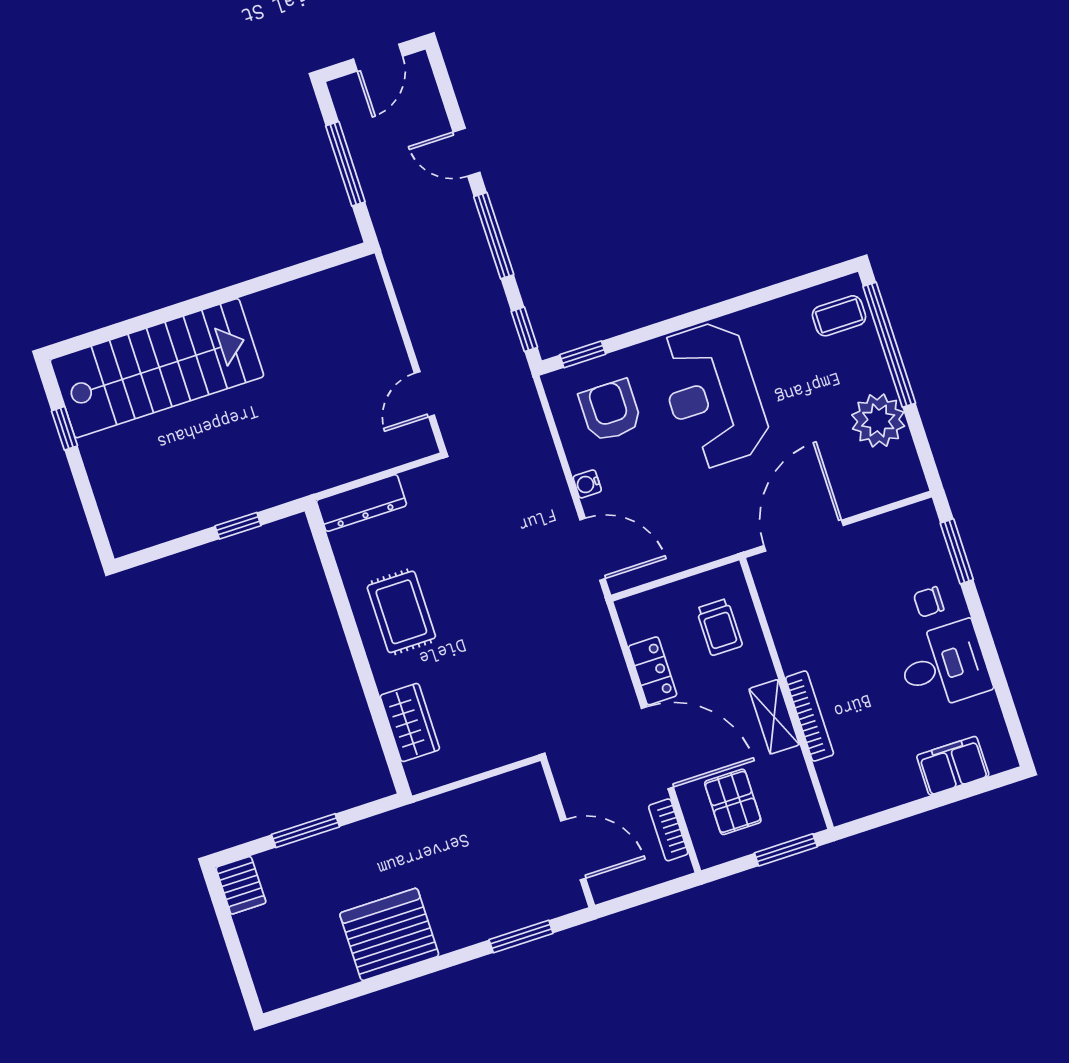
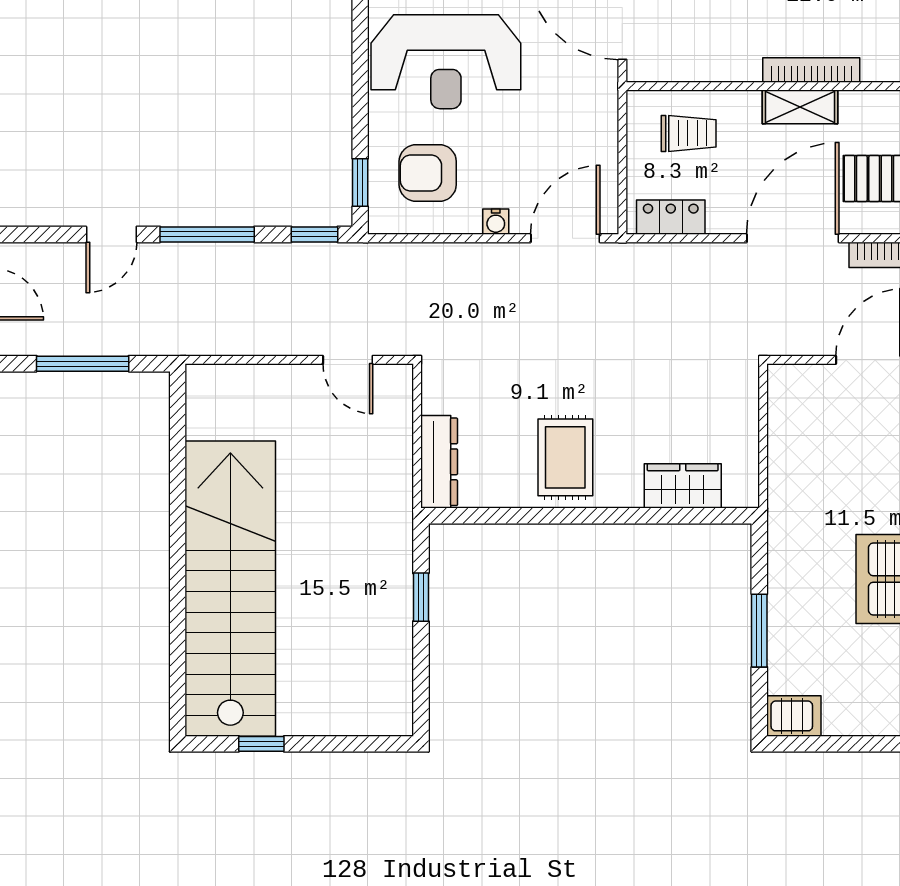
stairs: (157, 368) -> (230, 589), width x1.36
rug: (401, 612) -> (565, 457), turned 90
locker: (653, 671) -> (671, 217), moved

